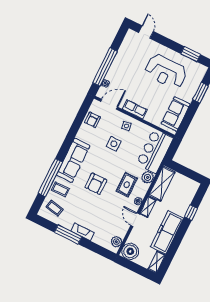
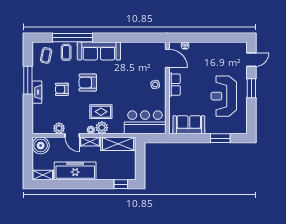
window: (191, 54) -> (251, 88), moved
window: (105, 67) -> (200, 38), removed
armchair: (93, 120) -> (62, 89), moved
side table: (114, 144) -> (133, 81), removed
plant: (148, 177) -> (102, 128), moved
window: (191, 213) -> (121, 184), moved
door: (135, 220) -> (72, 135), swing flipped
plant: (116, 242) -> (59, 128), moved

